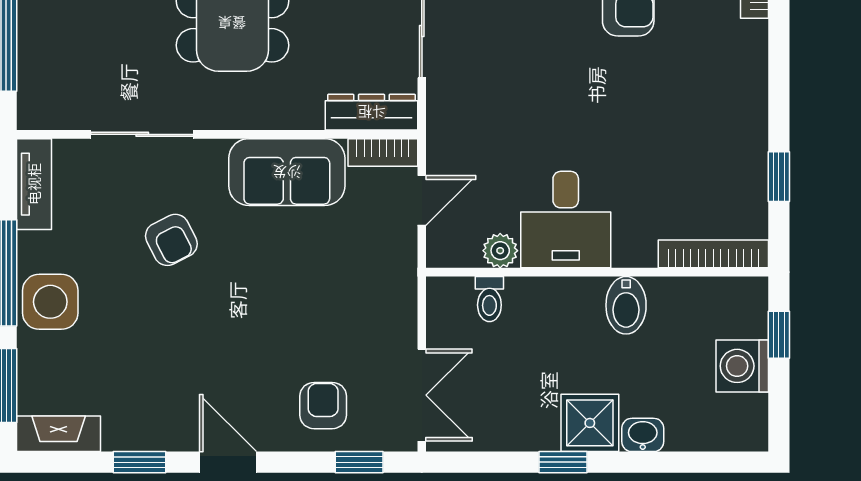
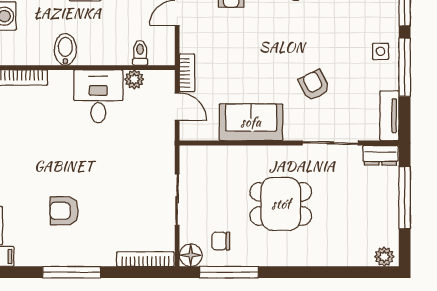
dresser: (372, 112) -> (380, 155), moved, width x0.70
bookcase: (383, 152) -> (187, 73), moved, turned 90
door: (422, 200) -> (177, 107), swing flipped
side table: (50, 302) -> (381, 51), width x0.54, depth x0.54

